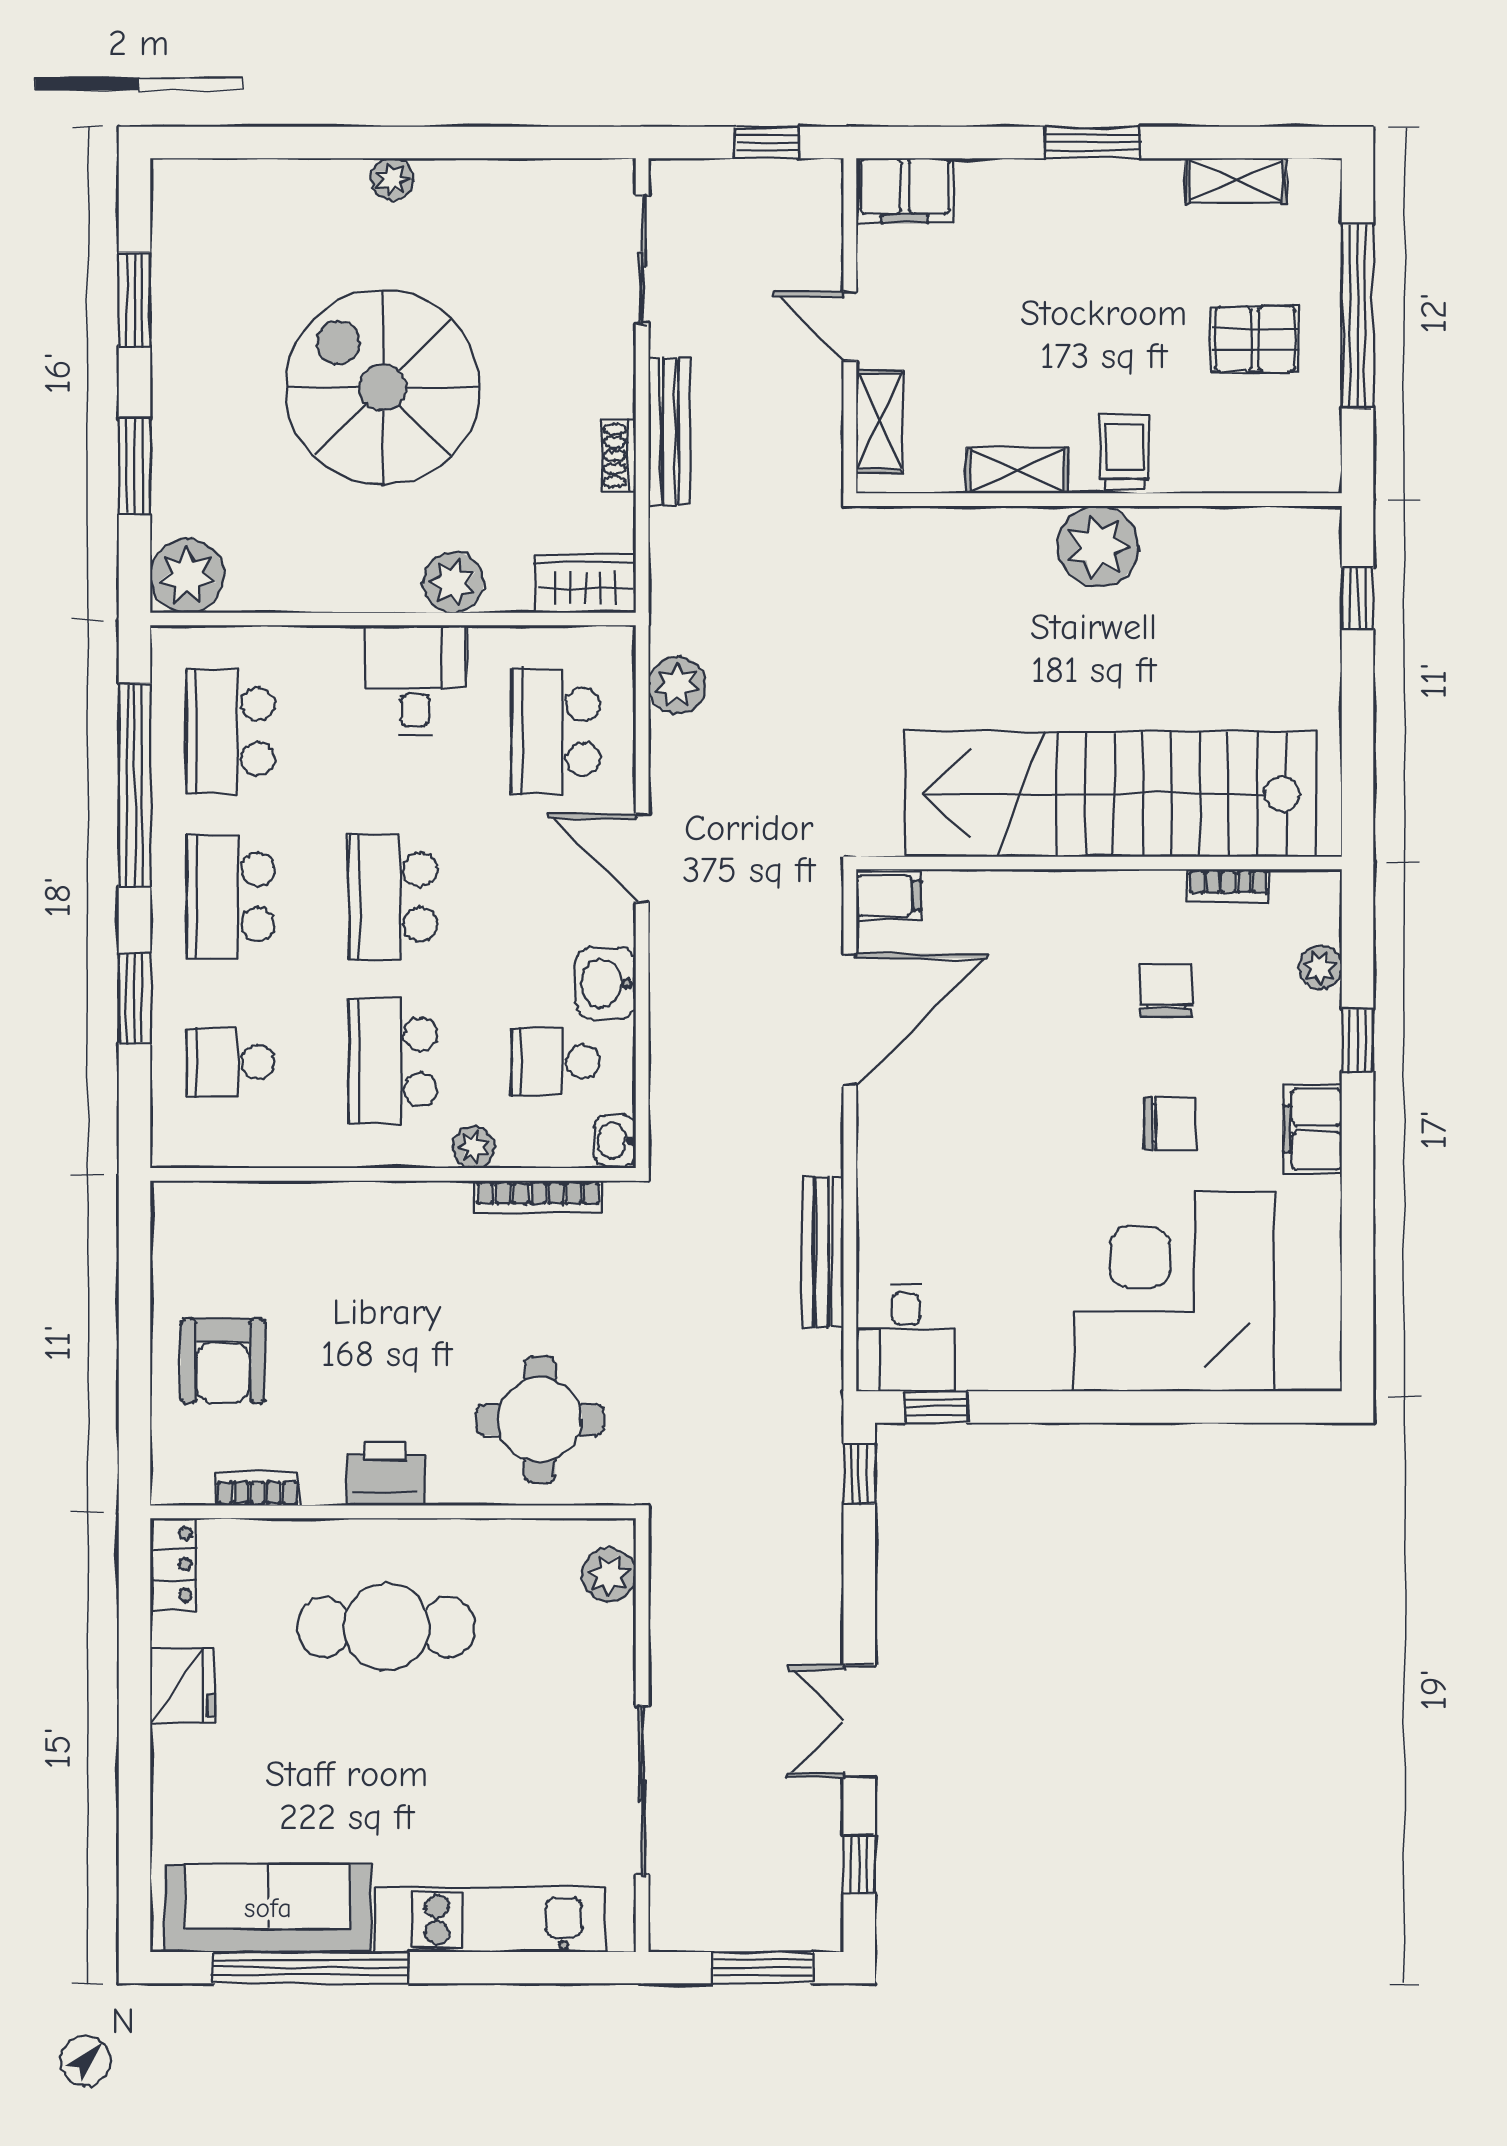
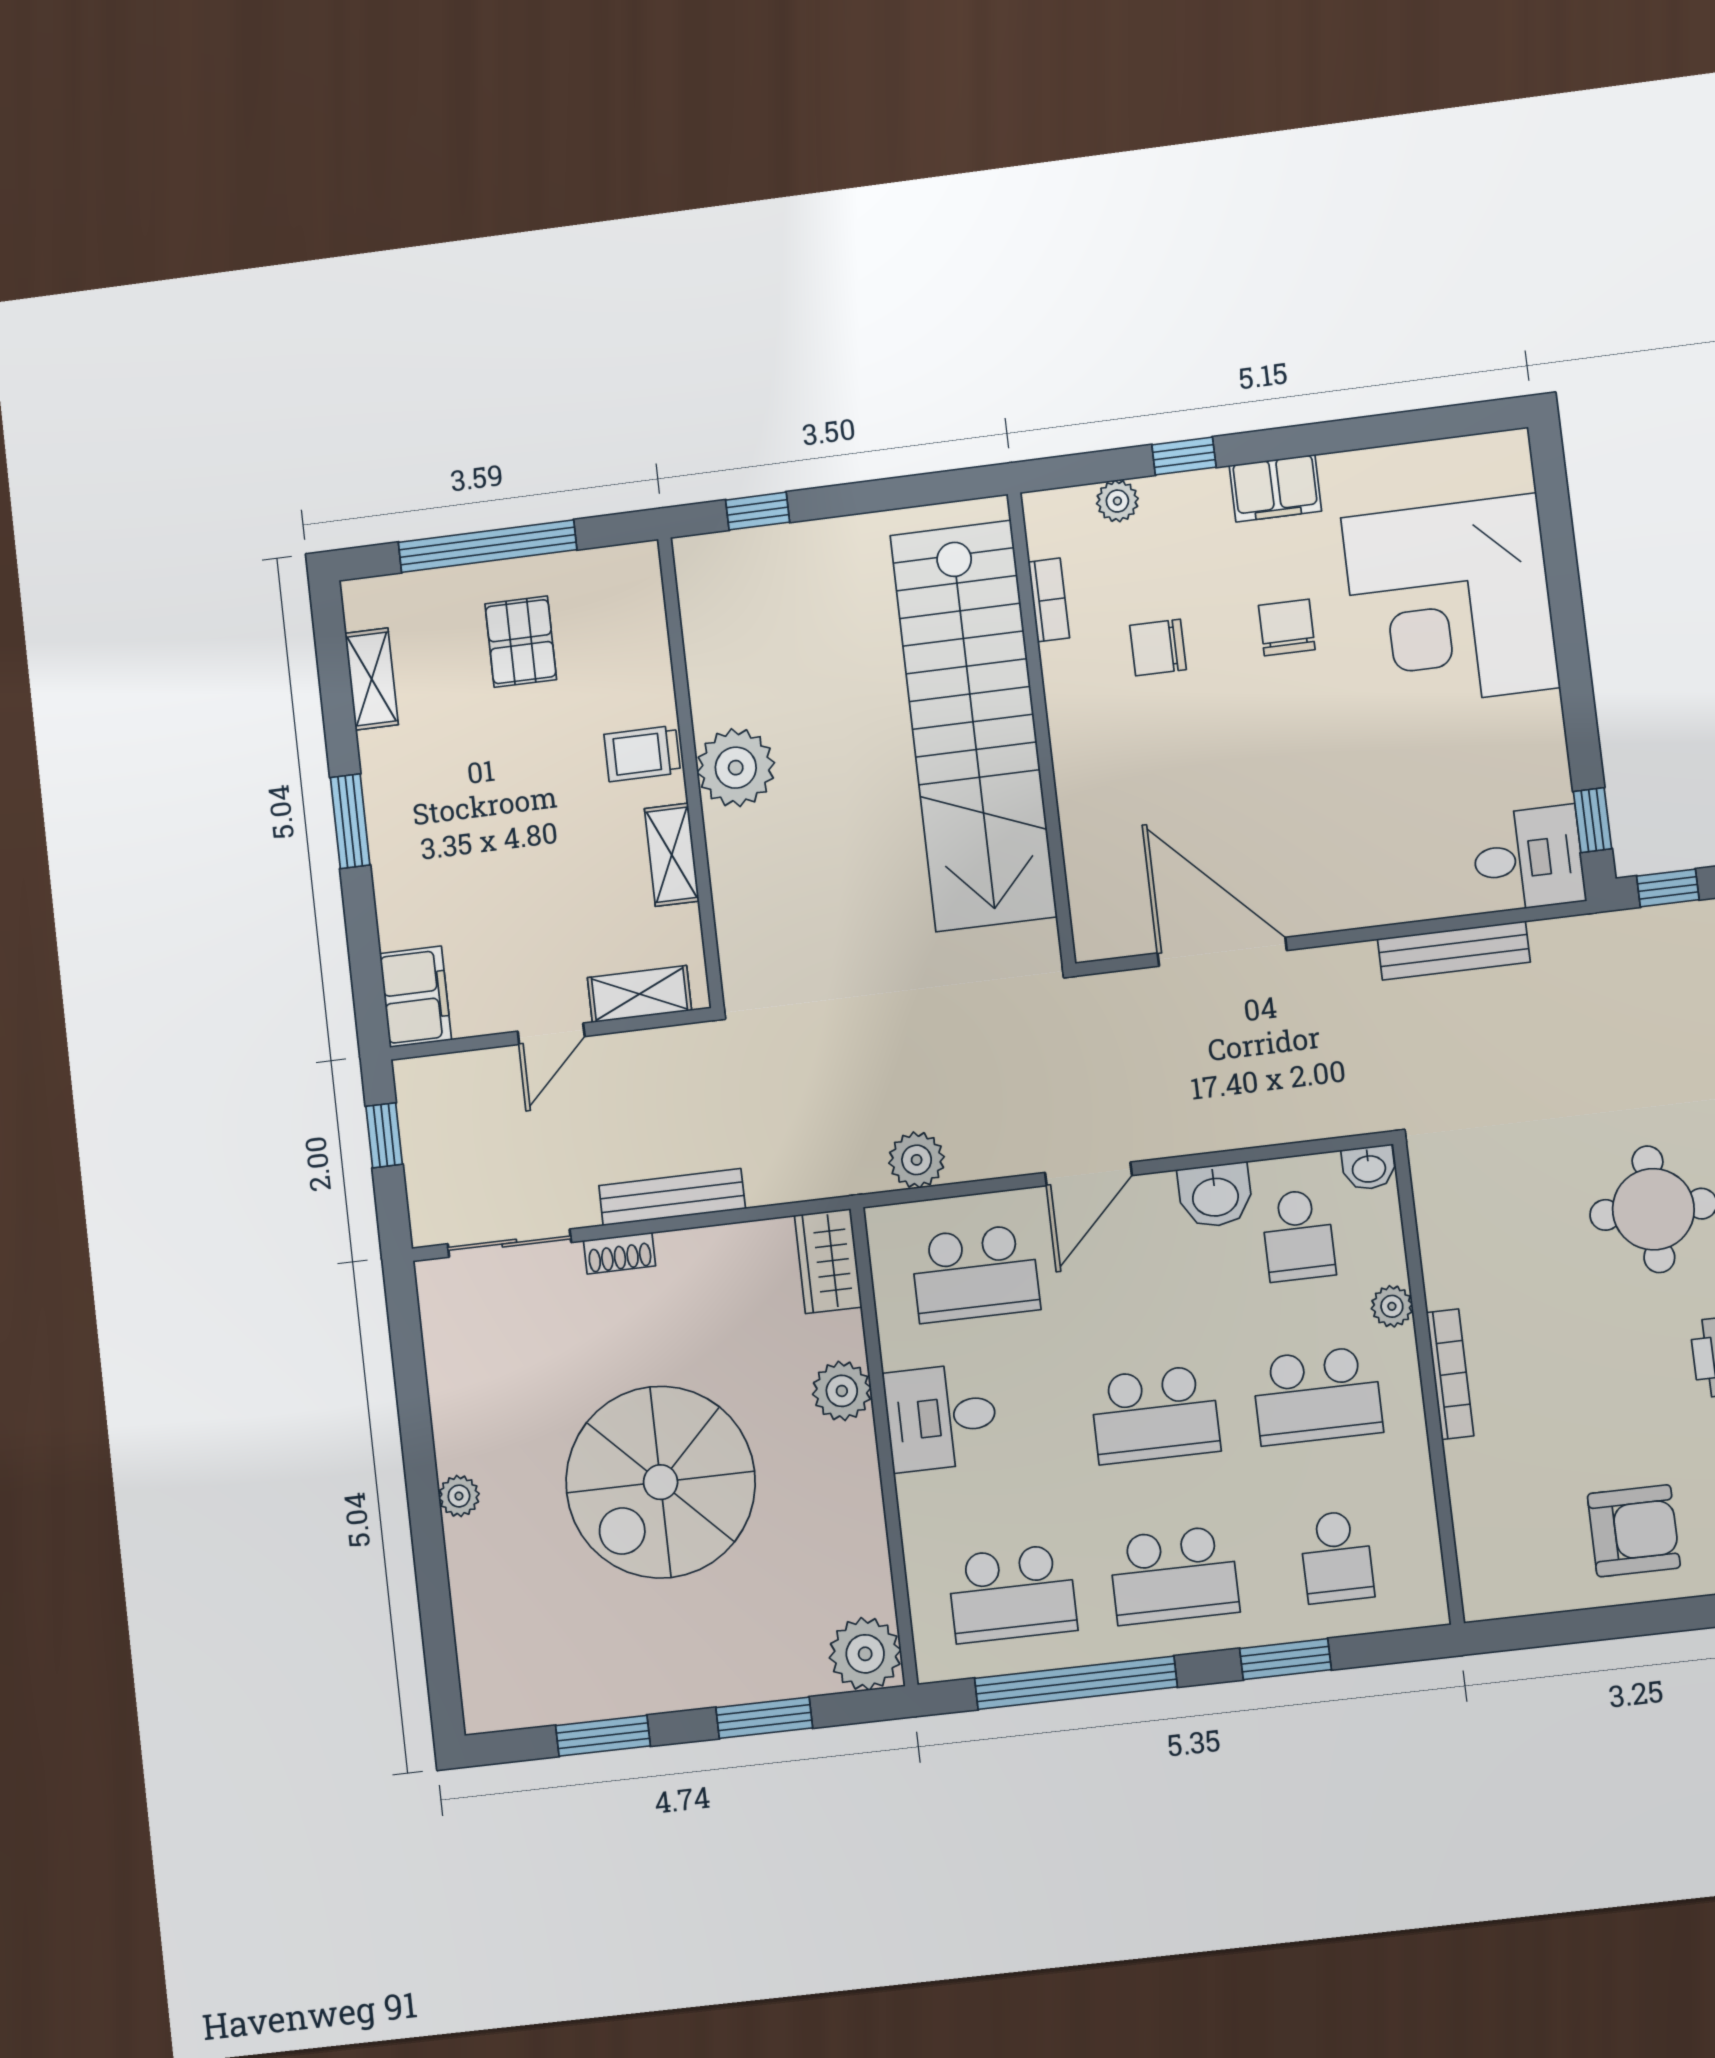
shoe rack: (619, 455) -> (619, 1253), moved
filing cabinet: (888, 896) -> (1097, 929), removed
bookcase: (538, 1197) -> (1450, 1374), moved

